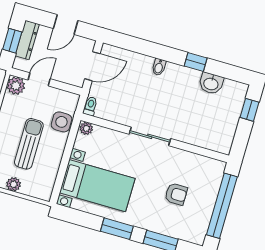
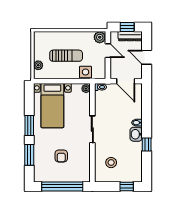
washbasin: (211, 83) -> (136, 134), moved
stool: (207, 123) -> (111, 163), added
plant: (14, 184) -> (38, 65), moved

